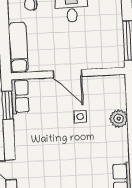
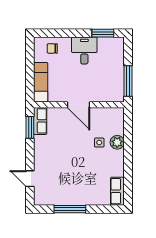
side table: (80, 117) -> (99, 143), moved

